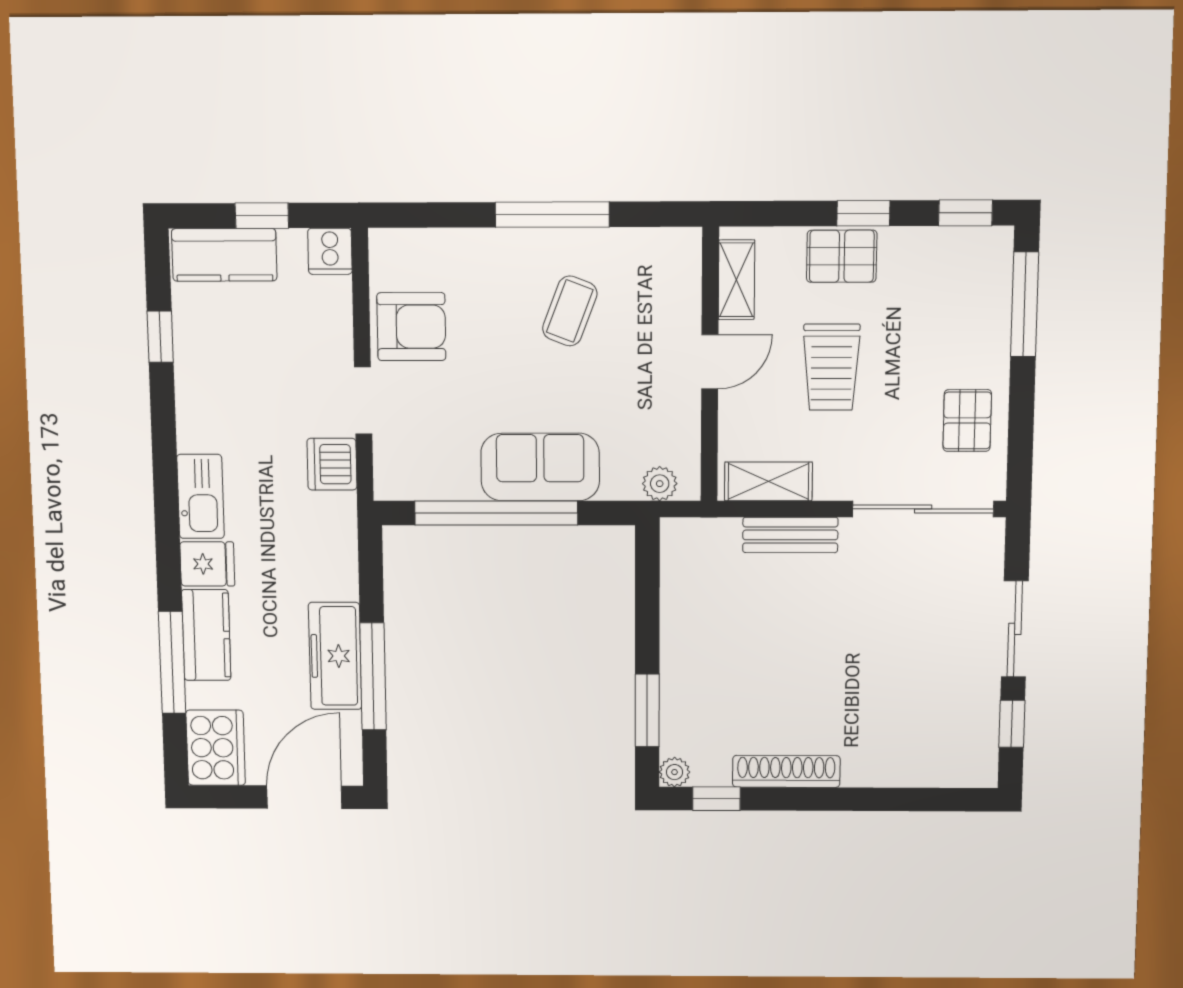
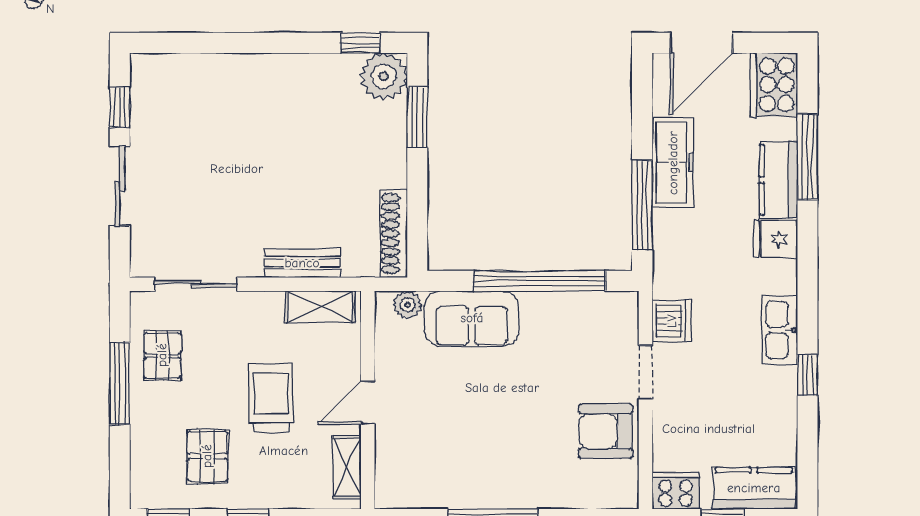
cooker: (330, 251) -> (676, 491), width x1.36
pallet: (842, 256) -> (207, 456), moved, turned 90
window: (1025, 304) -> (120, 383), moved
coffee table: (570, 311) -> (479, 443), removed
window: (160, 337) -> (807, 375), moved
sofa: (540, 467) -> (472, 318), moved
kitchen sink: (200, 496) -> (779, 330), moved
sliding door: (923, 509) -> (196, 284), width x0.73
window: (373, 676) -> (642, 205), moved
shoe rack: (786, 771) -> (394, 234), moved, turned 90
plant: (675, 772) -> (384, 76), width x1.88, depth x1.88

